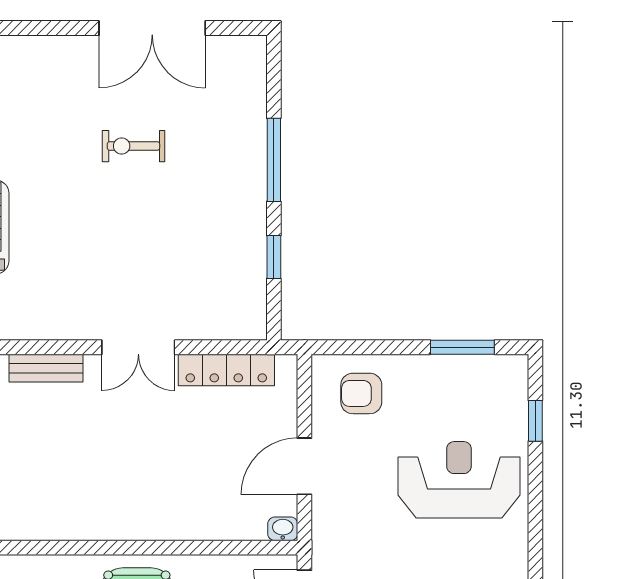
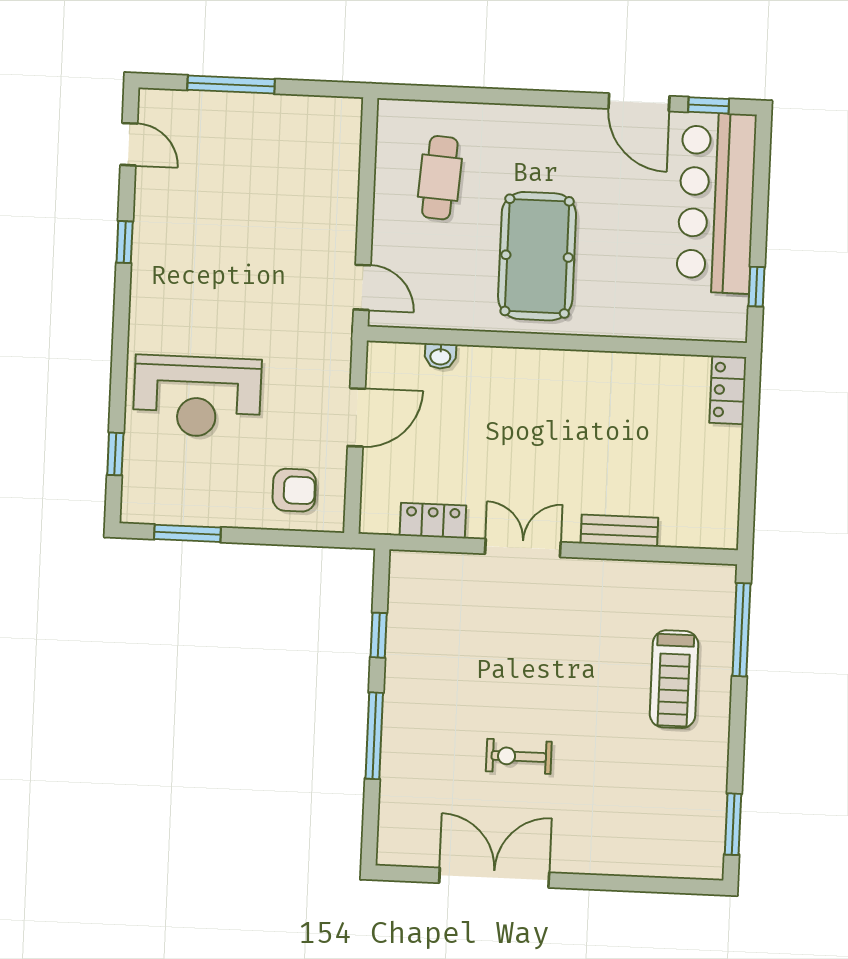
exercise bike: (133, 146) -> (519, 756), turned 180
locker: (226, 370) -> (433, 521), width x0.66
washbasin: (283, 529) -> (440, 356), moved

